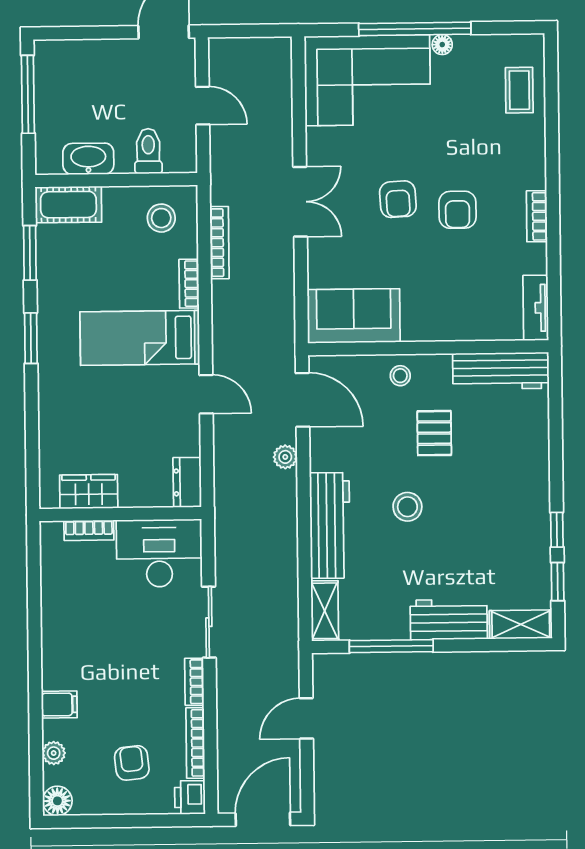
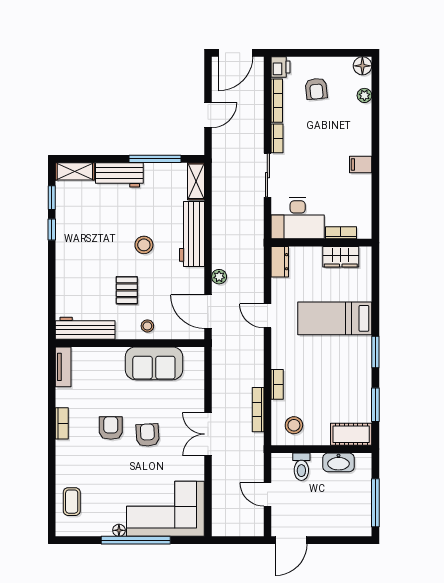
sofa: (354, 316) -> (154, 363), moved
bed: (140, 338) -> (335, 318), moved, turned 180
filing cabinet: (59, 704) -> (361, 164), moved

